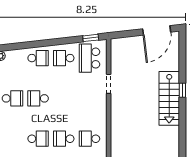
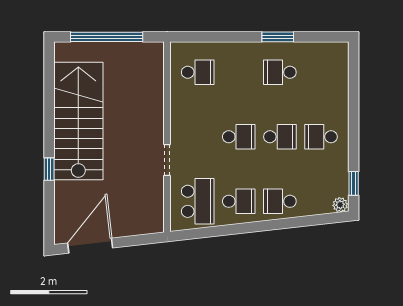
window: (91, 38) -> (196, 233), removed
window: (182, 90) -> (49, 169), moved
stairs: (169, 98) -> (78, 121), width x1.36, depth x1.51
school desk: (64, 139) -> (239, 137), moved

